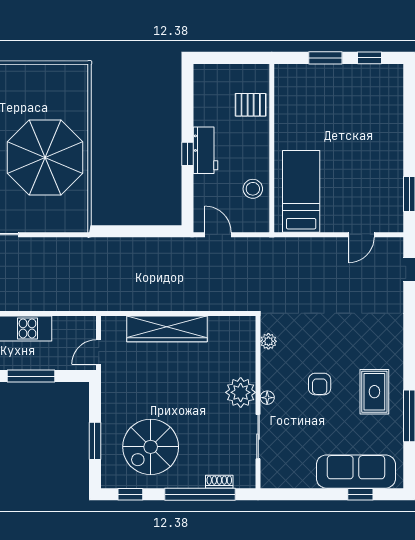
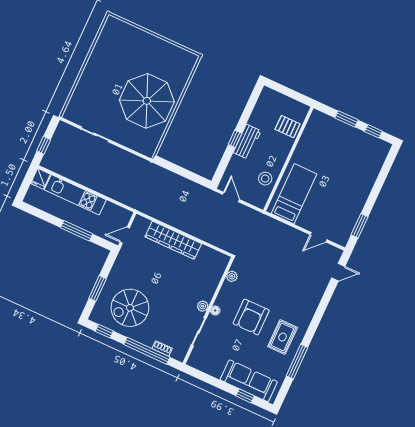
armchair: (320, 384) -> (251, 317), width x1.88, depth x1.88
plant: (241, 392) -> (203, 306), width x0.53, depth x0.53

